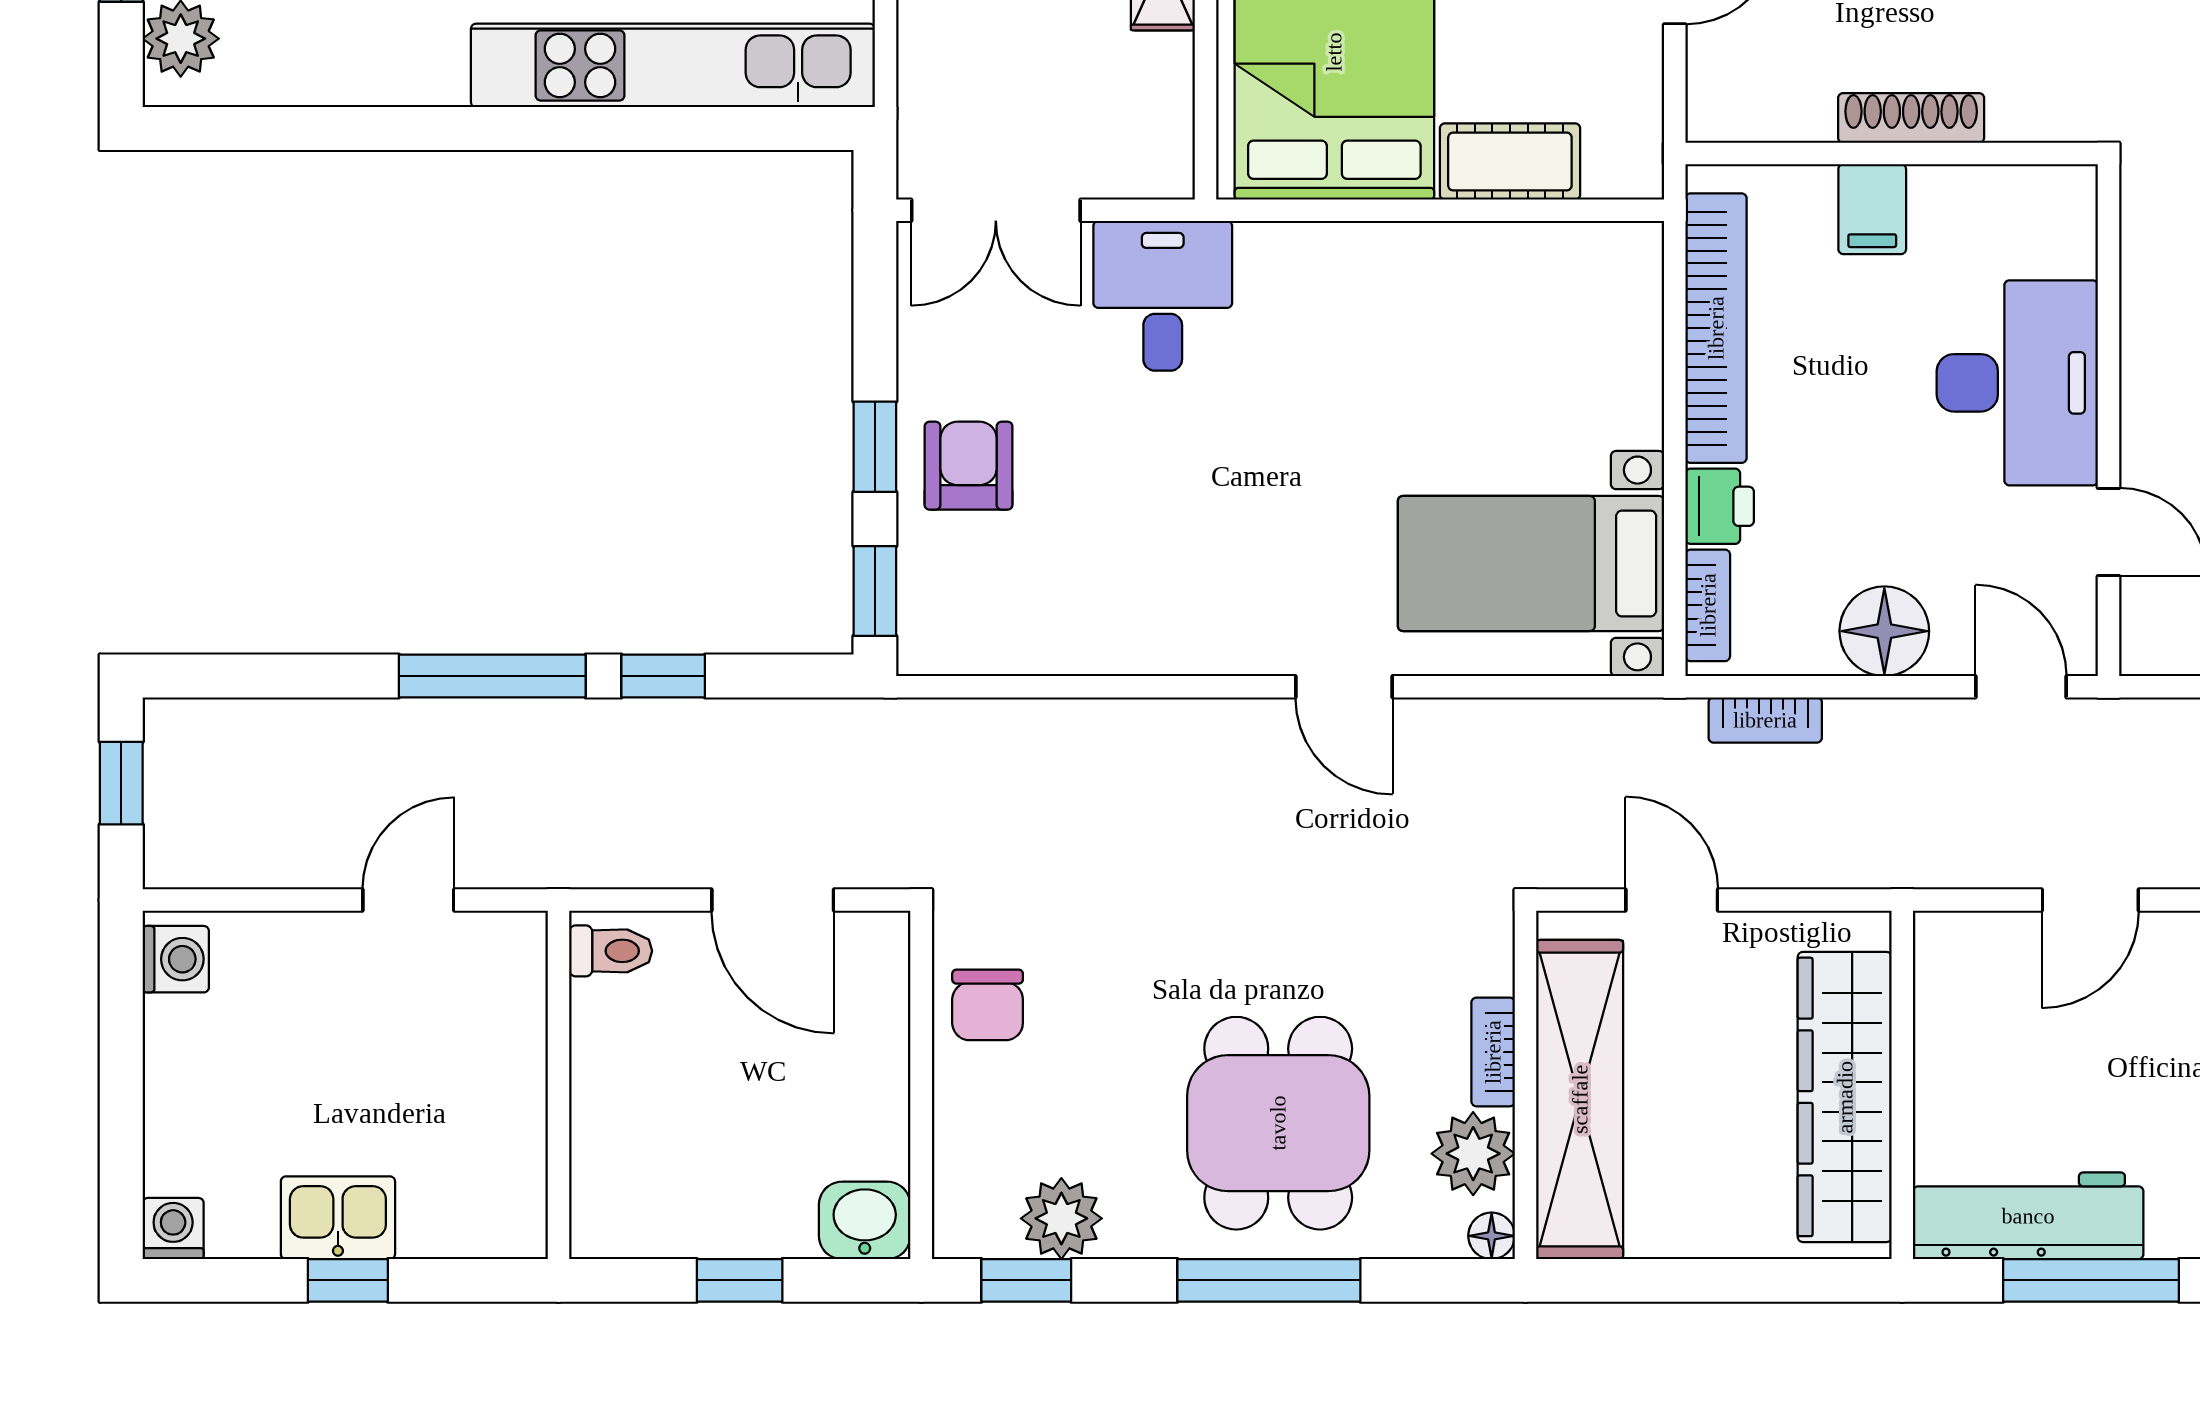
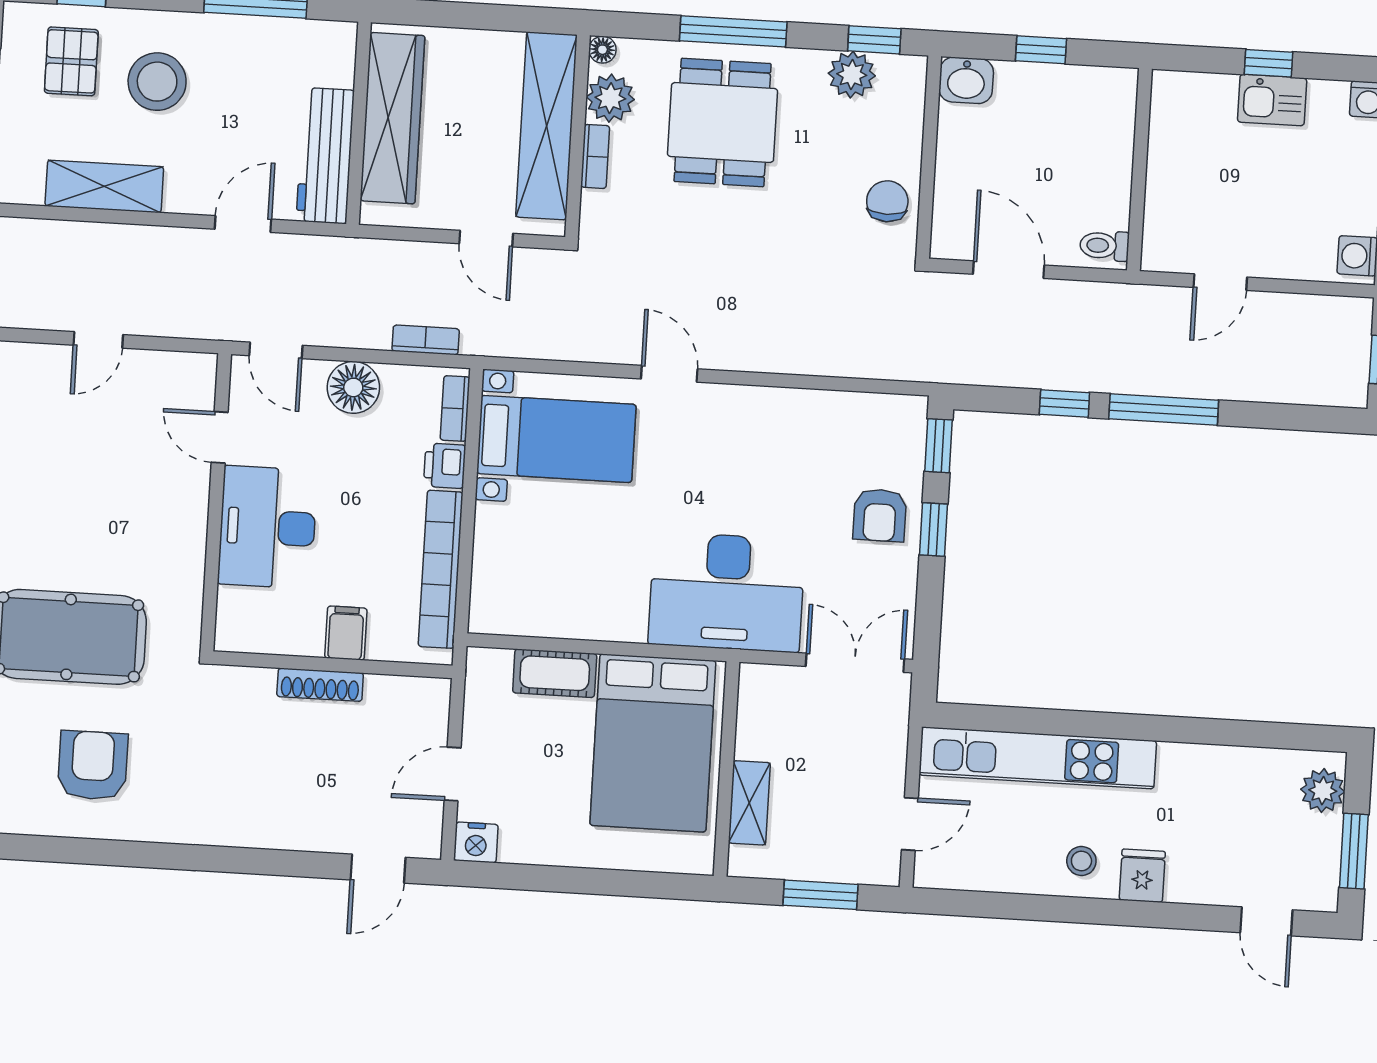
desk: (1163, 296) -> (727, 592), width x1.87, depth x1.30
workbench: (2028, 1216) -> (325, 156), moved, turned 90

